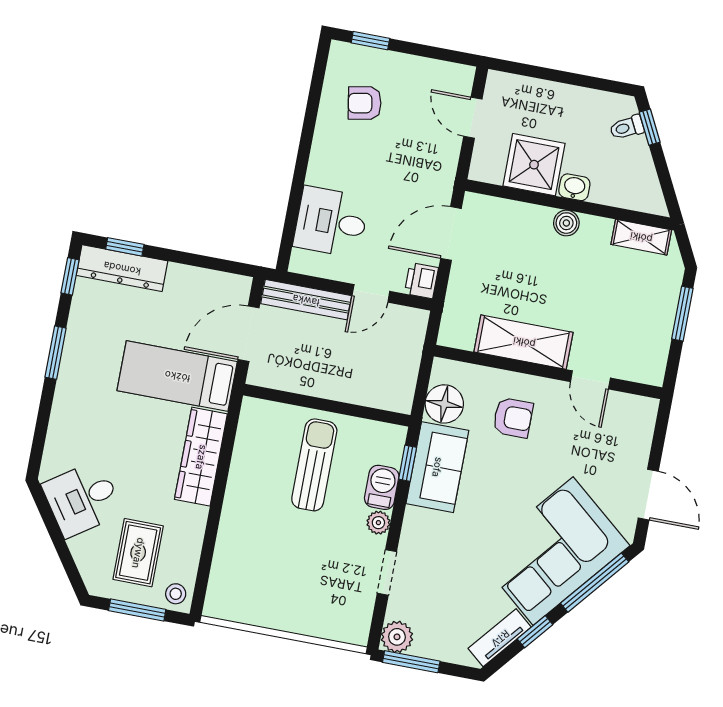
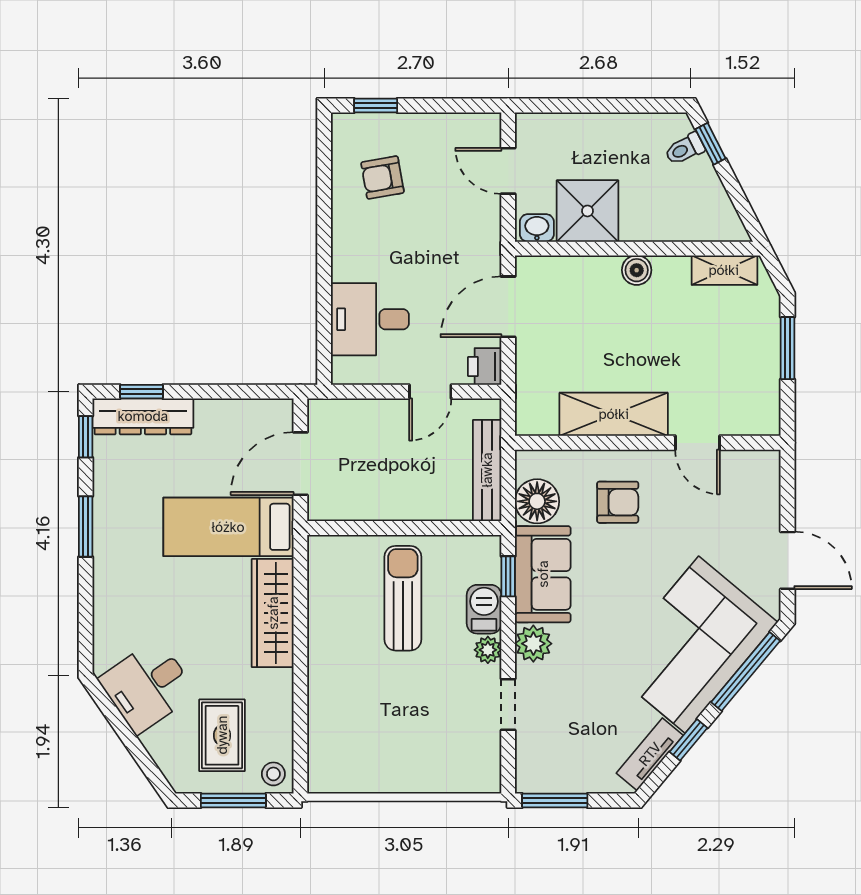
washbasin: (574, 187) -> (537, 228), moved
bench: (306, 300) -> (487, 470), moved, turned 90
plant: (397, 637) -> (533, 644), moved

